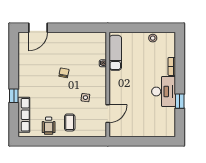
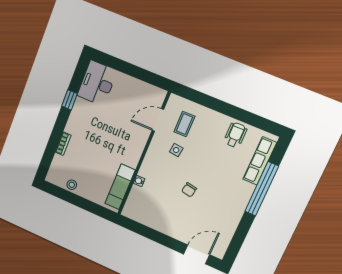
desk: (164, 91) -> (97, 83), moved
window: (14, 96) -> (262, 189), width x3.17
coffee table: (70, 122) -> (184, 124), moved

